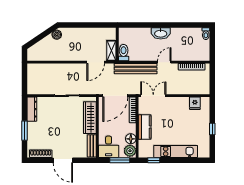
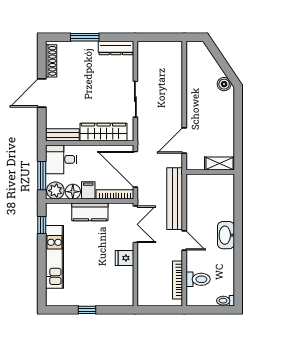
shelving: (111, 51) -> (219, 164), moved
toilet: (124, 53) -> (198, 279), moved
door: (96, 62) -> (184, 141), hinge flipped
fridge: (195, 103) -> (124, 258), moved
filing cabinet: (130, 128) -> (88, 190), added

